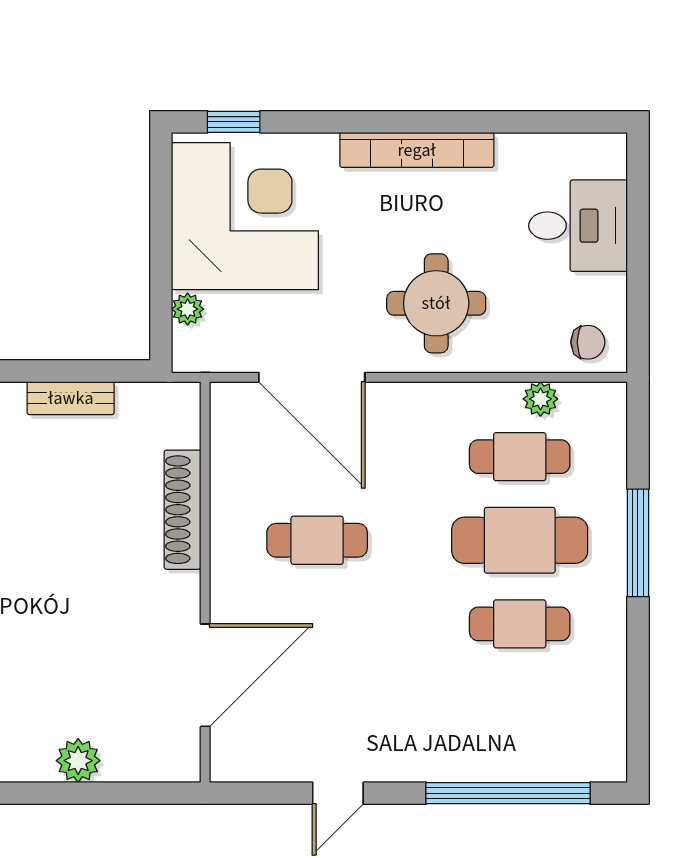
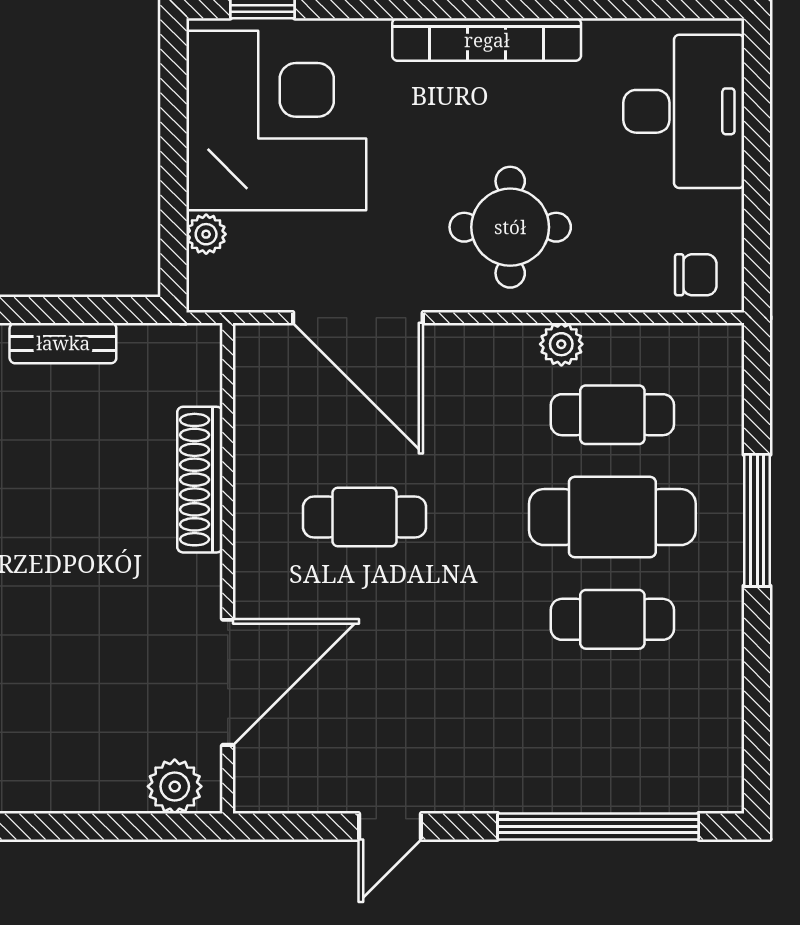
desk: (578, 226) -> (684, 111), width x1.37
plant: (540, 399) -> (561, 344), moved
plant: (78, 761) -> (175, 786), moved

